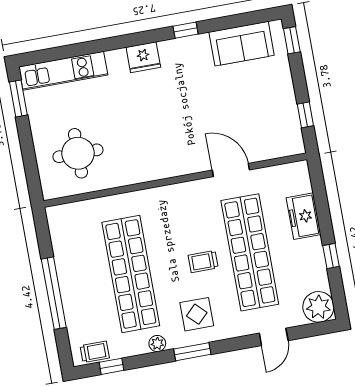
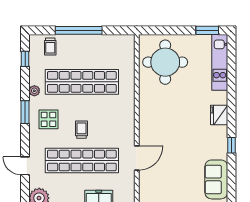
round table: (78, 153) -> (165, 62), width x1.36, depth x1.36
trolley: (95, 352) -> (50, 47), moved

